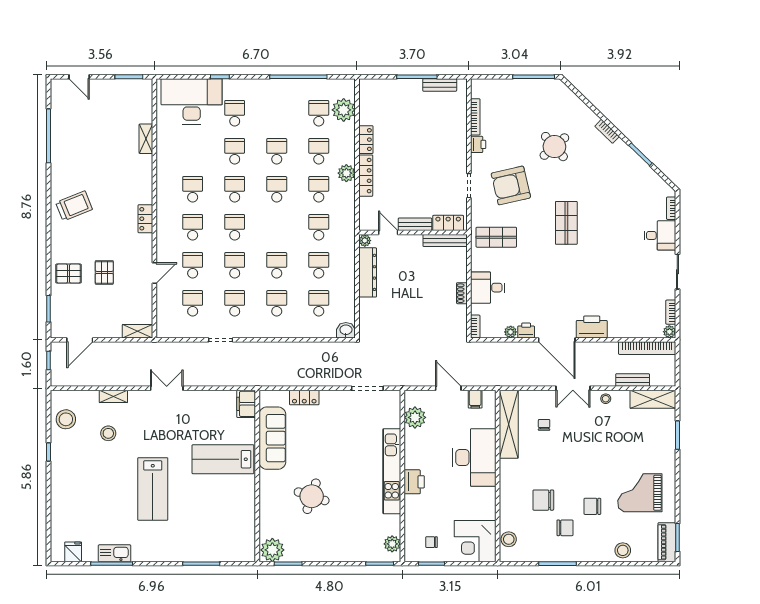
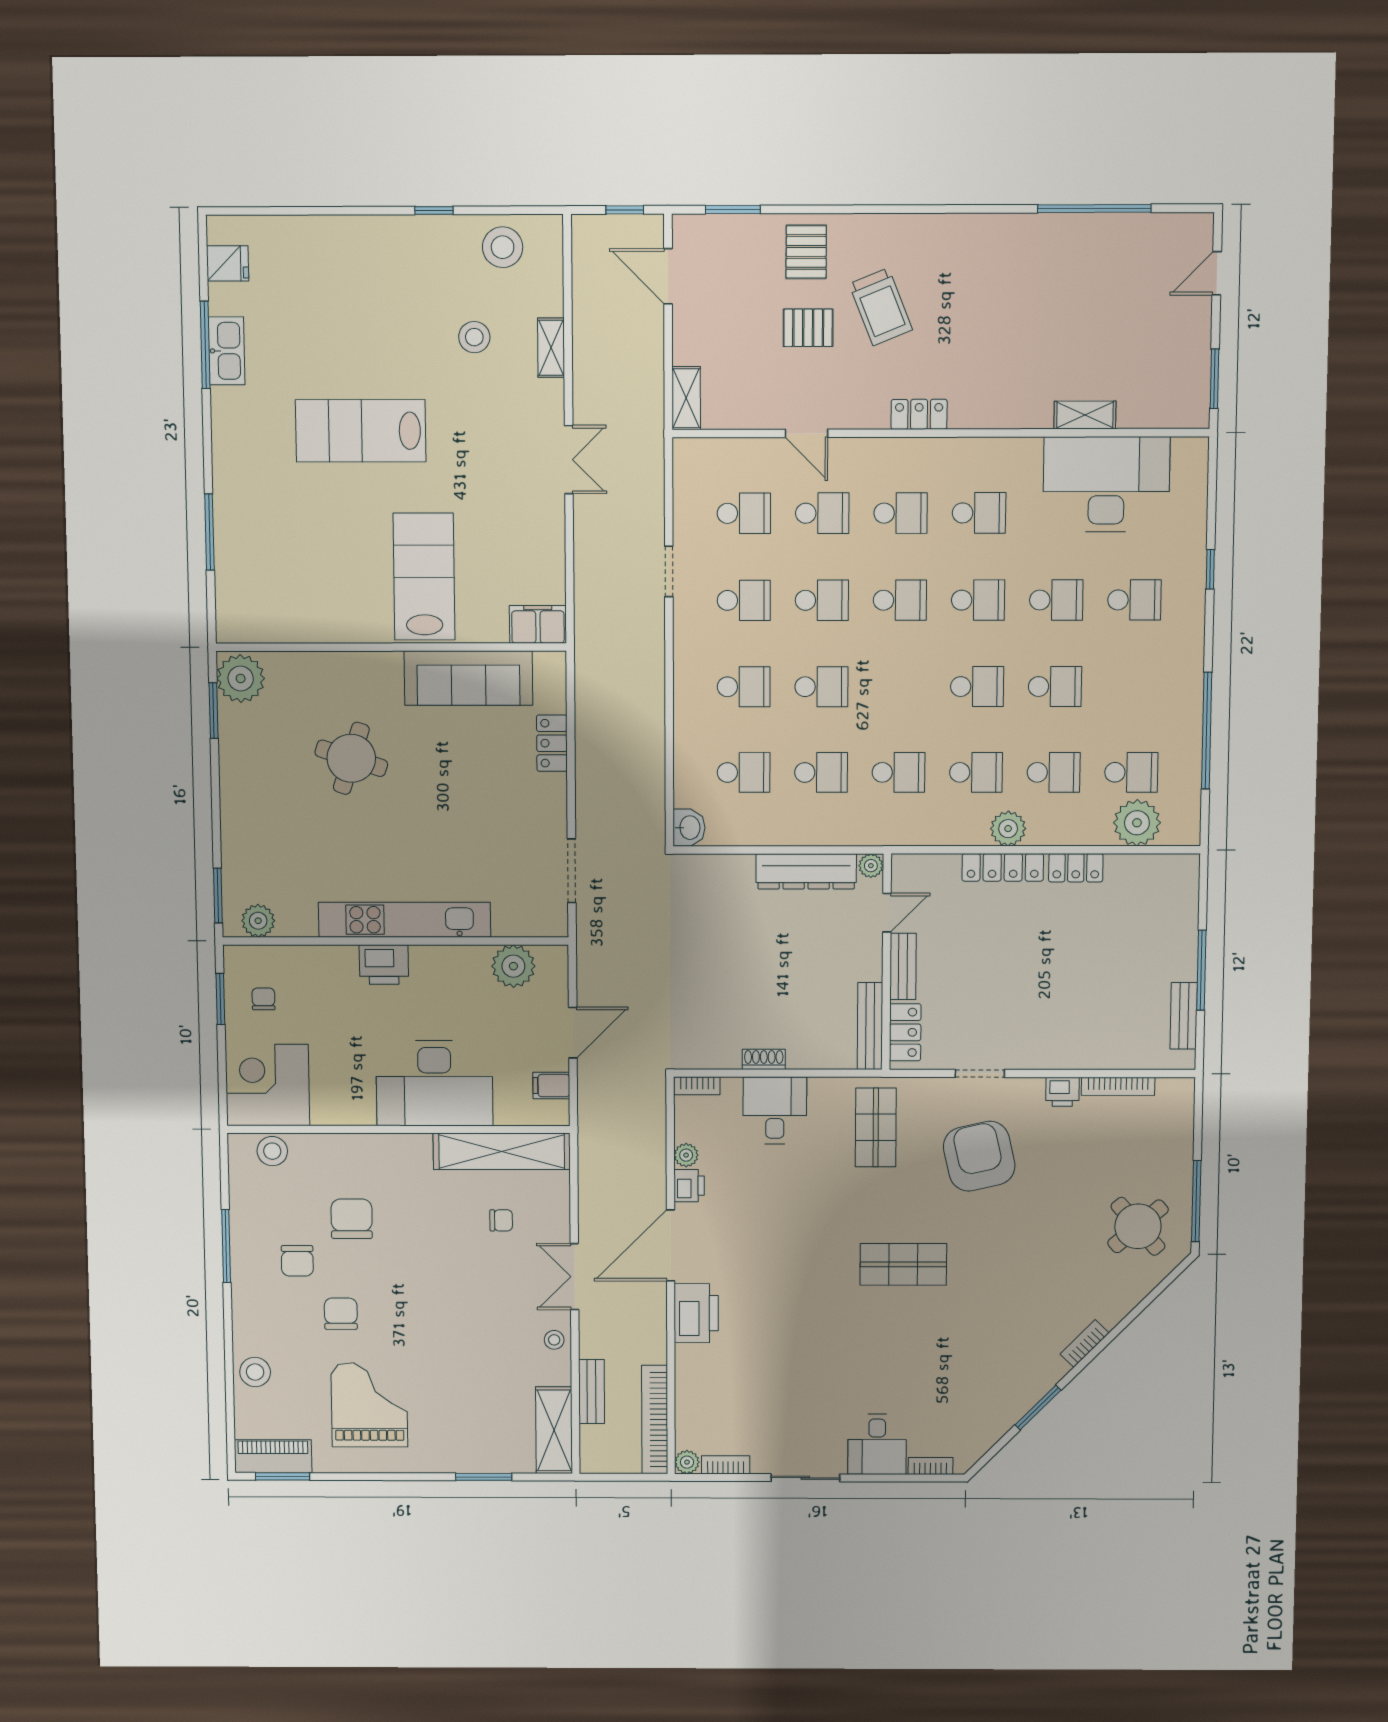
desk: (192, 101) -> (1106, 484), moved, turned -90
round table: (554, 147) -> (1138, 1226), moved
trolley: (74, 206) -> (881, 307), moved

